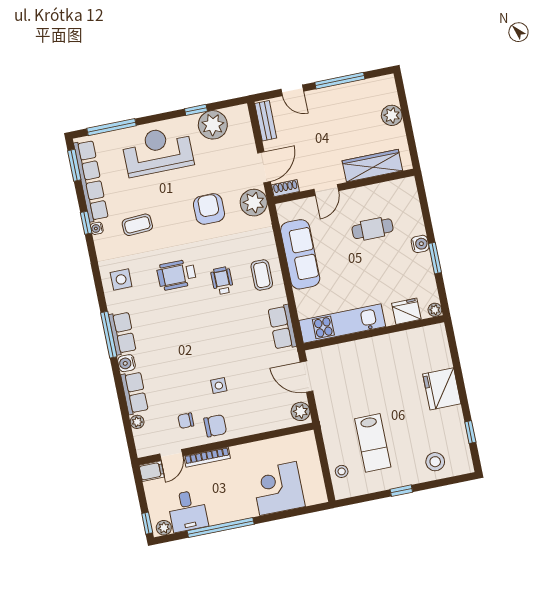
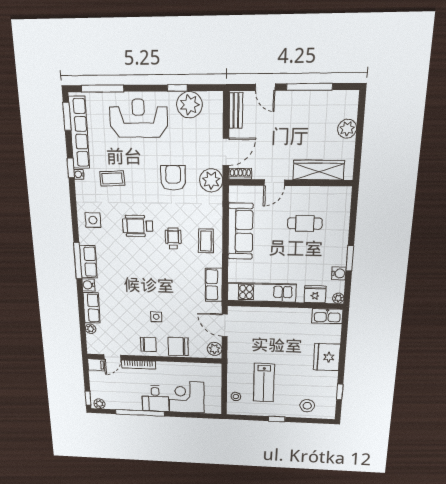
water cooler: (420, 244) -> (339, 273), moved
kitchen sink: (428, 335) -> (327, 316), added
chair: (186, 421) -> (178, 346), moved, width x1.87, depth x1.87
desk: (188, 511) -> (155, 398), moved

